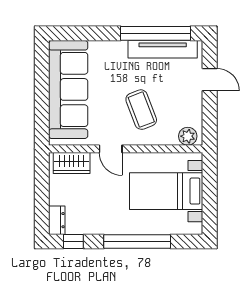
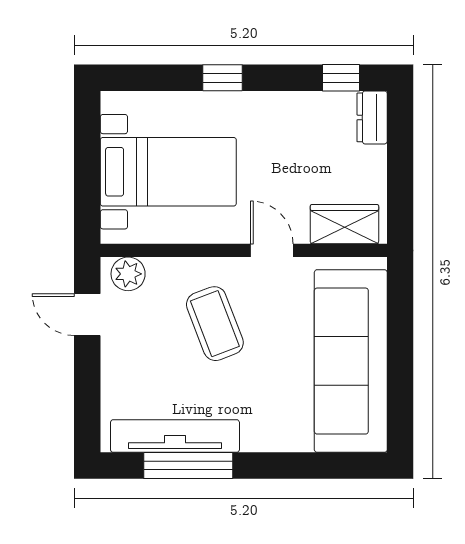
window: (155, 33) -> (188, 466), width x0.68
door: (210, 80) -> (87, 315), moved
window: (137, 241) -> (223, 78), width x0.32

